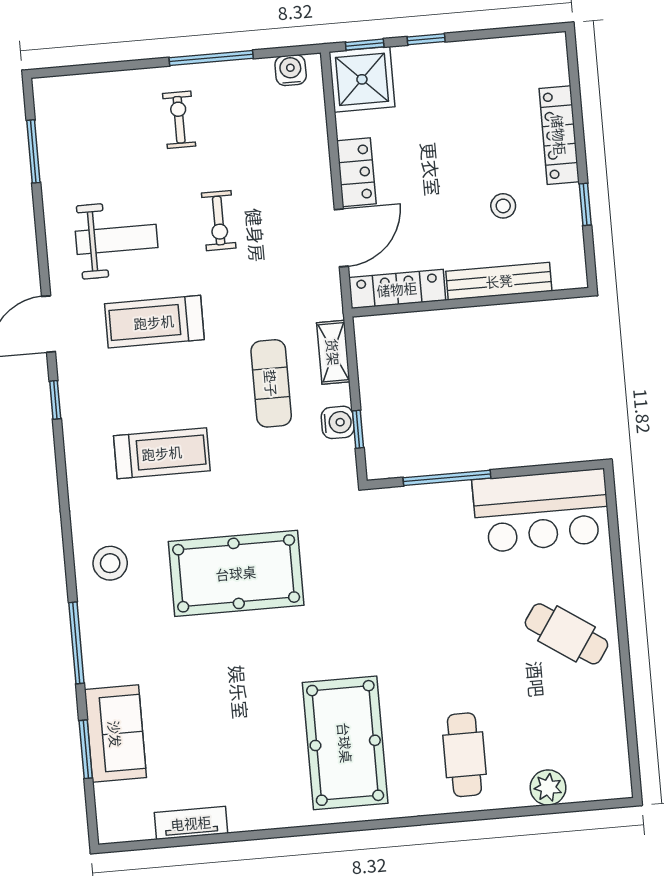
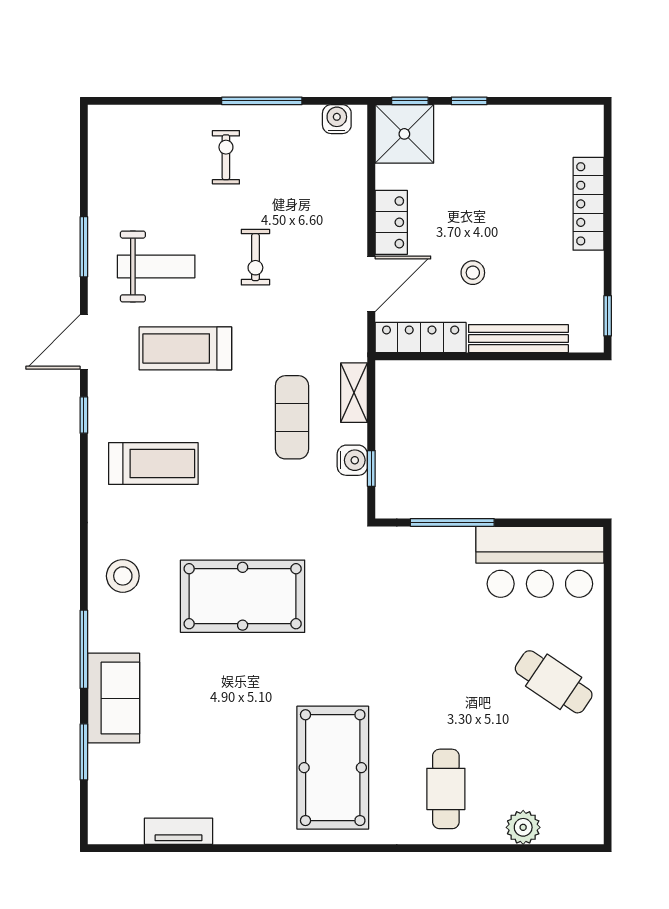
window: (33, 151) -> (84, 247), moved
window: (585, 204) -> (608, 316), moved
stool: (503, 206) -> (473, 273), moved
treadmill: (162, 453) -> (153, 464), moved
sofa: (115, 734) -> (114, 698), moved

